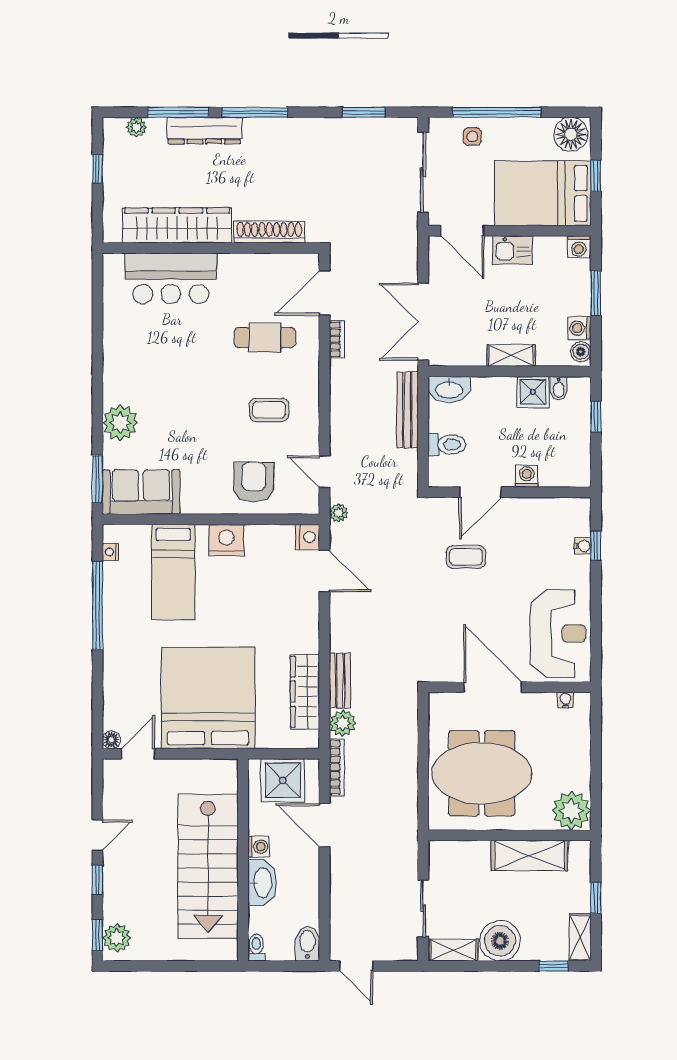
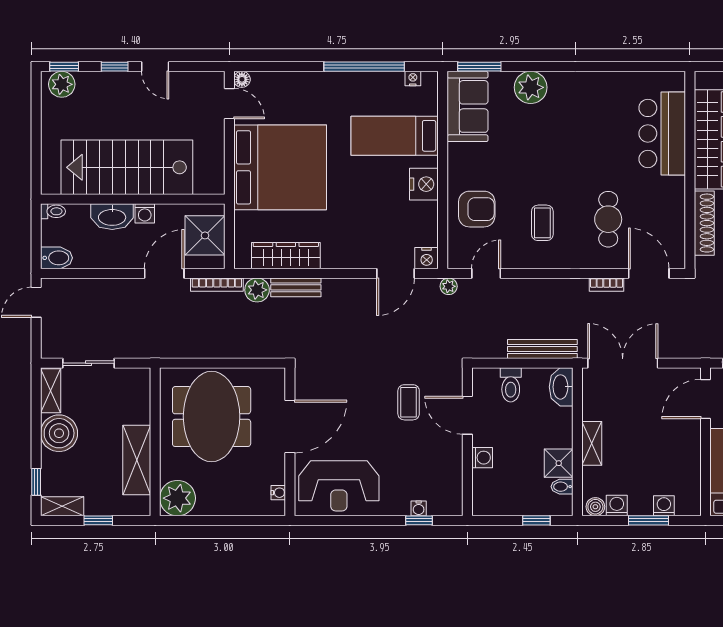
washing machine: (579, 247) -> (664, 506), moved, turned 90
kitchen sink: (513, 250) -> (688, 445), removed

